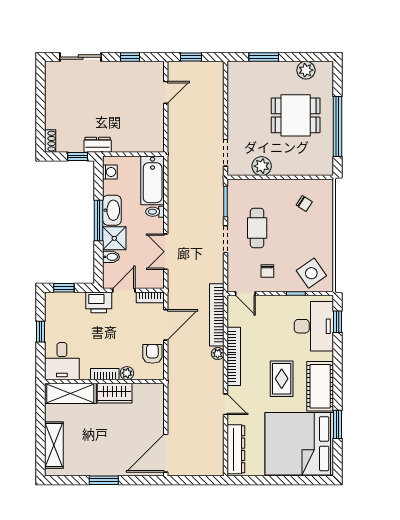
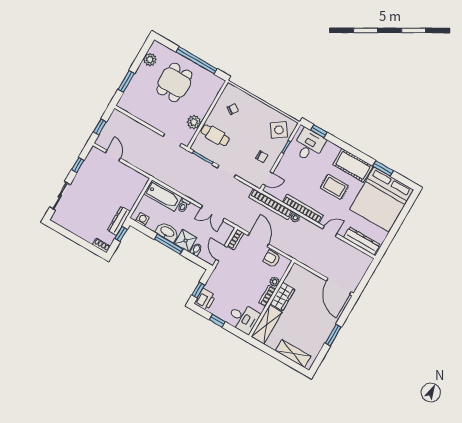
dresser: (98, 145) -> (119, 221), width x1.44
cafe table: (257, 228) -> (215, 135), moved
printer: (99, 302) -> (205, 300), moved
desk: (314, 326) -> (309, 145), width x0.73

